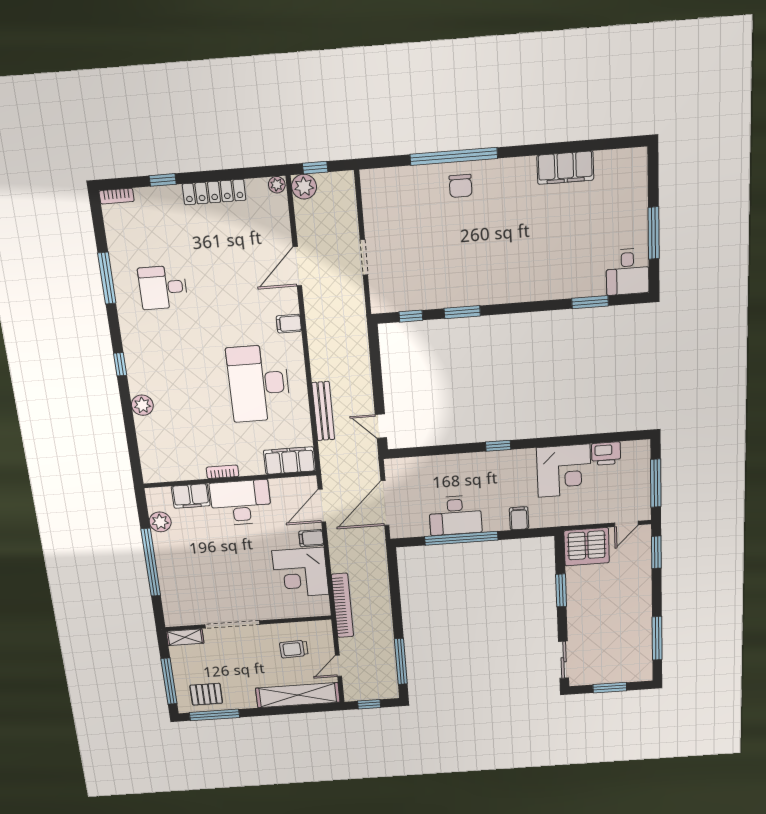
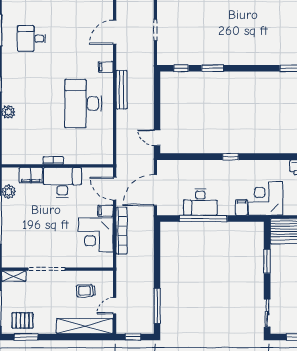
bench: (323, 411) -> (122, 90), moved
filing cabinet: (290, 461) -> (97, 156), removed
corner desk: (564, 471) -> (265, 198), moved, turned 180
door: (322, 506) -> (115, 189), hinge flipped
bookcase: (343, 605) -> (121, 231), moved
window: (215, 715) -> (26, 337), width x0.69

